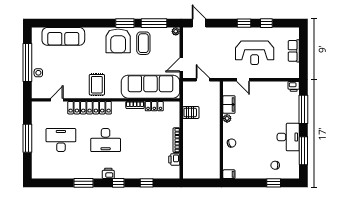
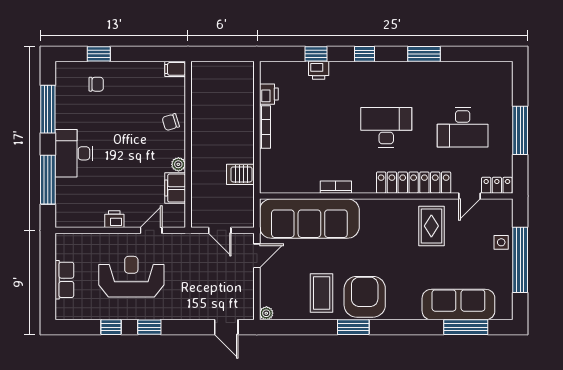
window: (154, 23) -> (466, 327), moved
door: (243, 80) -> (151, 230), hinge flipped
rug: (97, 85) -> (431, 226), moved
printer: (294, 86) -> (114, 219), moved
locker: (154, 106) -> (497, 185), moved
desk: (288, 137) -> (74, 153), moved
printer: (108, 173) -> (319, 70), moved

